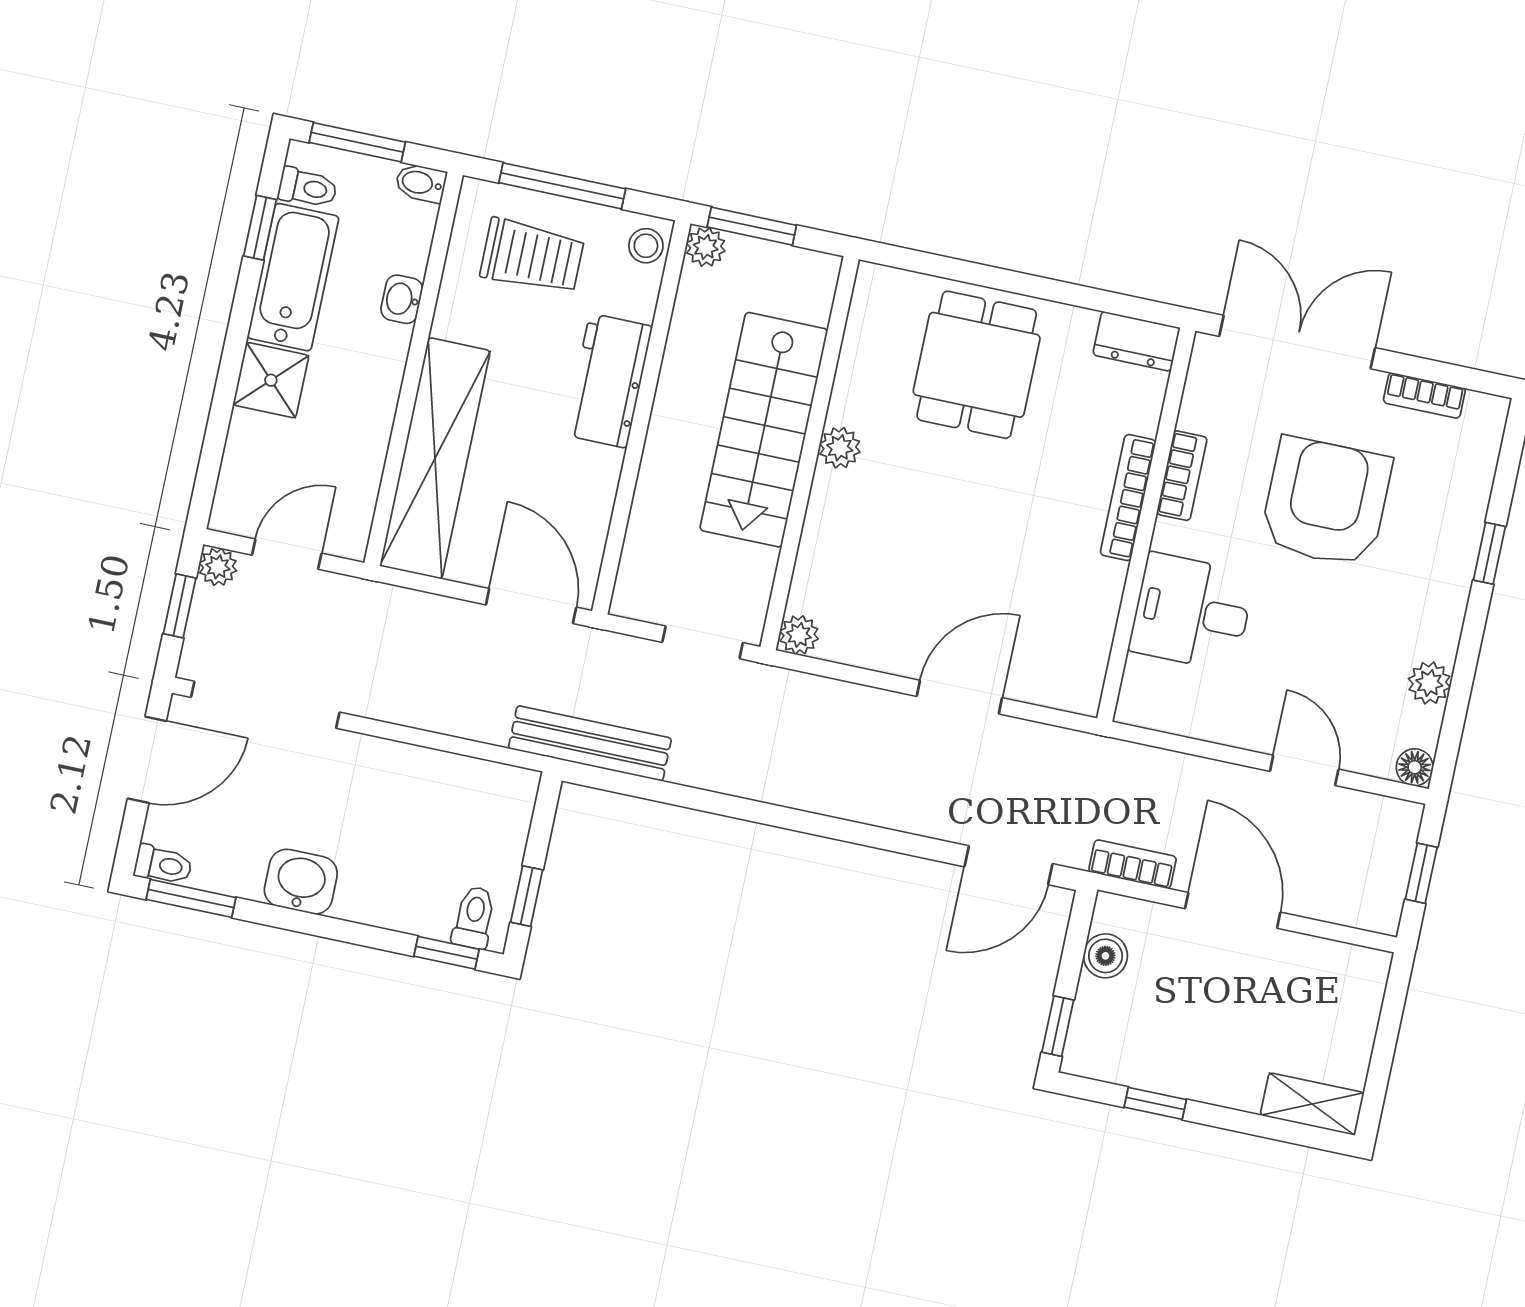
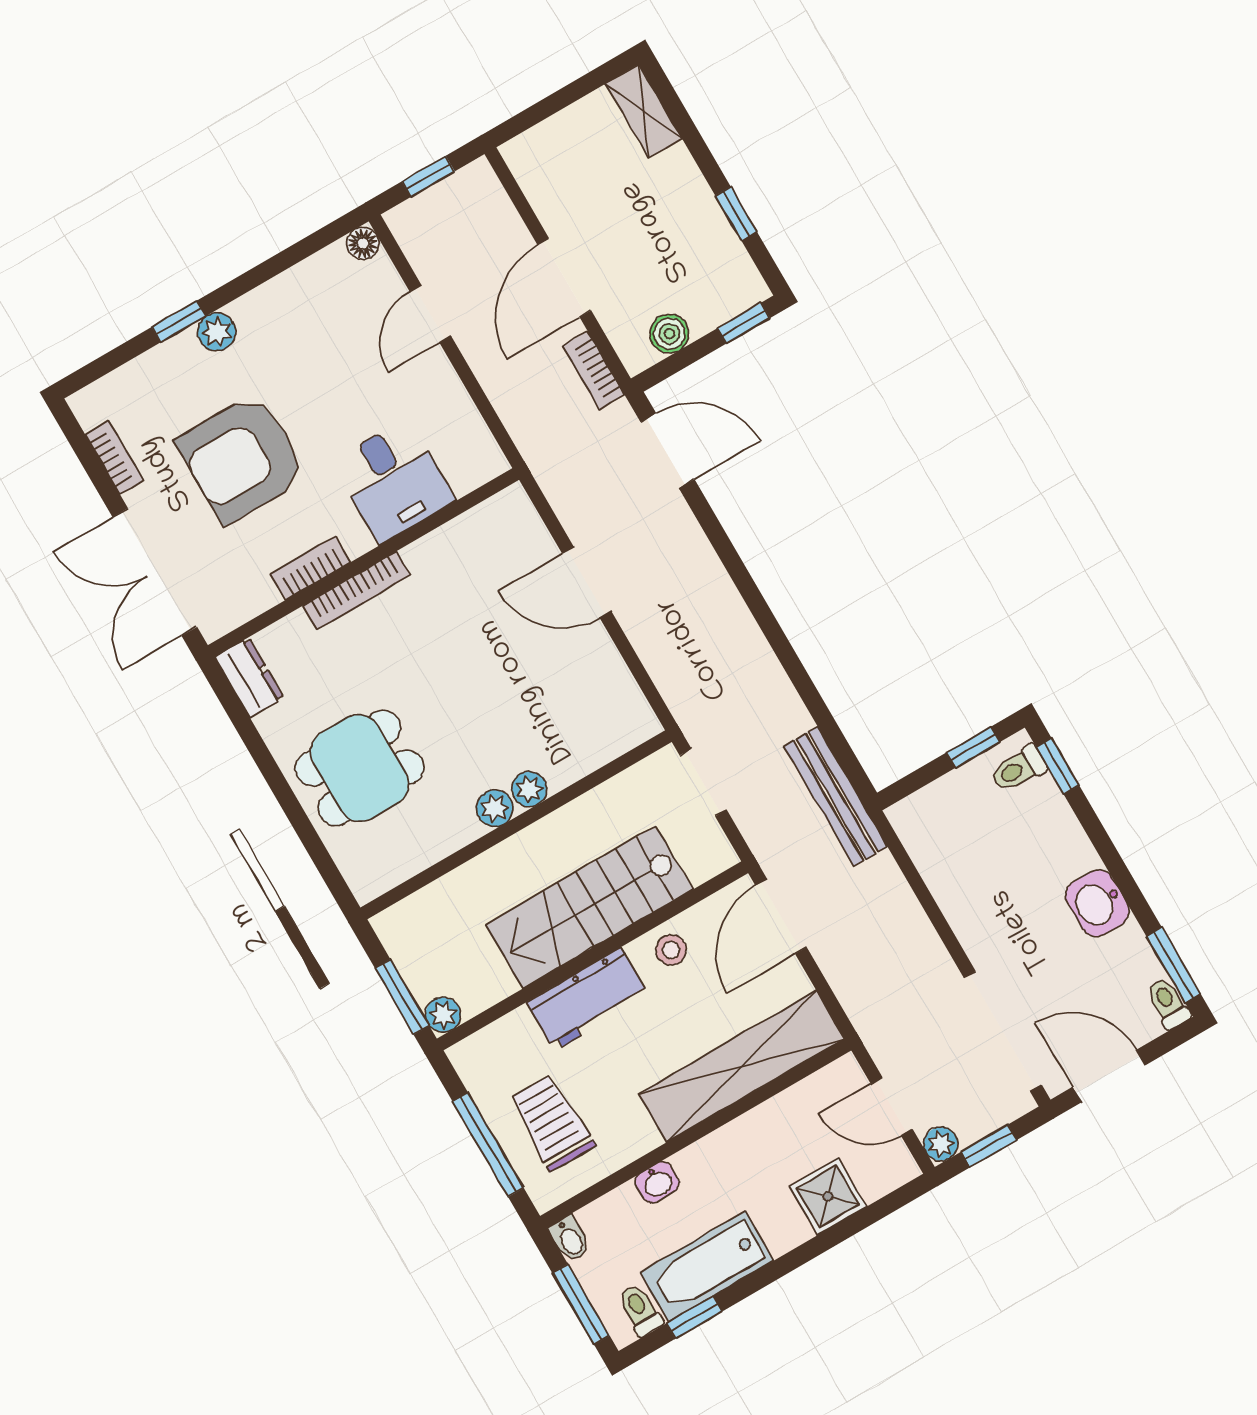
stool: (646, 246) -> (671, 950), moved
shower: (271, 380) -> (828, 1196), moved
stairs: (764, 430) -> (589, 907), moved, turned 180
plant: (799, 635) -> (529, 789), moved
plant: (1429, 683) -> (217, 332), moved

